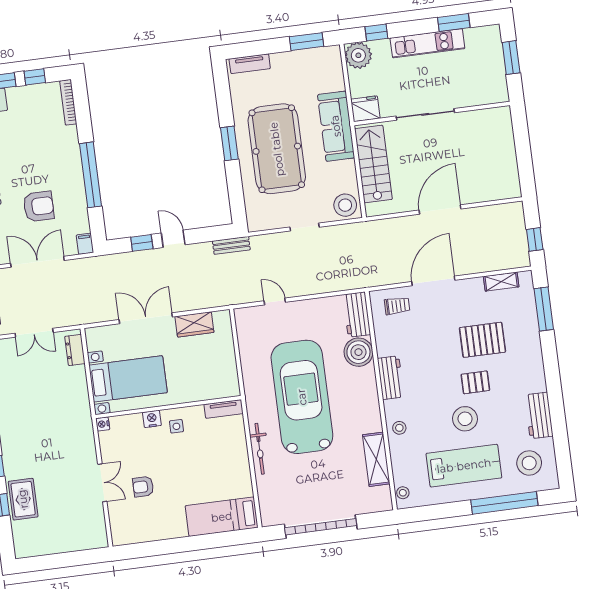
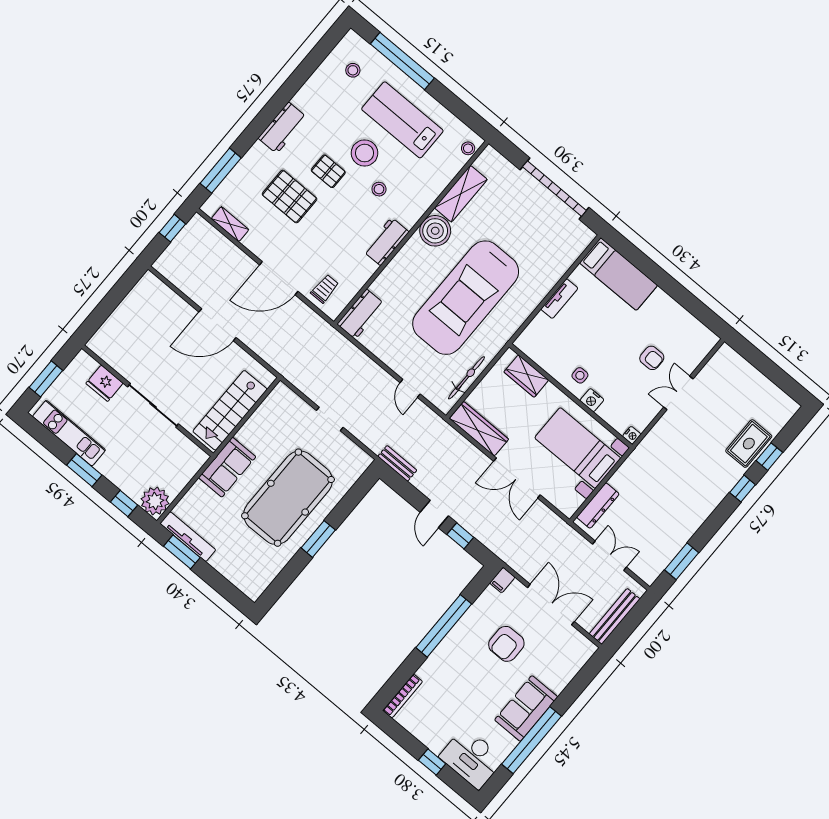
window: (454, 22) -> (84, 470), moved
kitchen unit: (427, 43) -> (69, 433), moved
tv unit: (250, 64) -> (188, 537), moved, width x1.41
window: (35, 77) -> (407, 741), removed
fridge: (365, 109) -> (104, 383), moved
sofa: (336, 126) -> (227, 467), width x0.73
stool: (345, 205) -> (283, 403), removed
armchair: (39, 206) -> (506, 644), turned -90
double door: (37, 262) -> (551, 605), swing flipped
trolley: (397, 306) -> (325, 289), turned 90
wardrobe: (194, 324) -> (479, 429), width x1.50
dresser: (75, 350) -> (598, 506), width x1.44
boiler: (358, 352) -> (435, 231), moved
wardrobe: (210, 389) -> (526, 376), added
tv unit: (224, 409) -> (559, 299), moved, turned 90
workbench: (539, 415) -> (283, 128), moved
stool: (399, 428) -> (379, 189), moved
bicycle: (260, 449) -> (466, 378), moved
stool: (529, 463) -> (353, 70), width x0.53, depth x0.53

